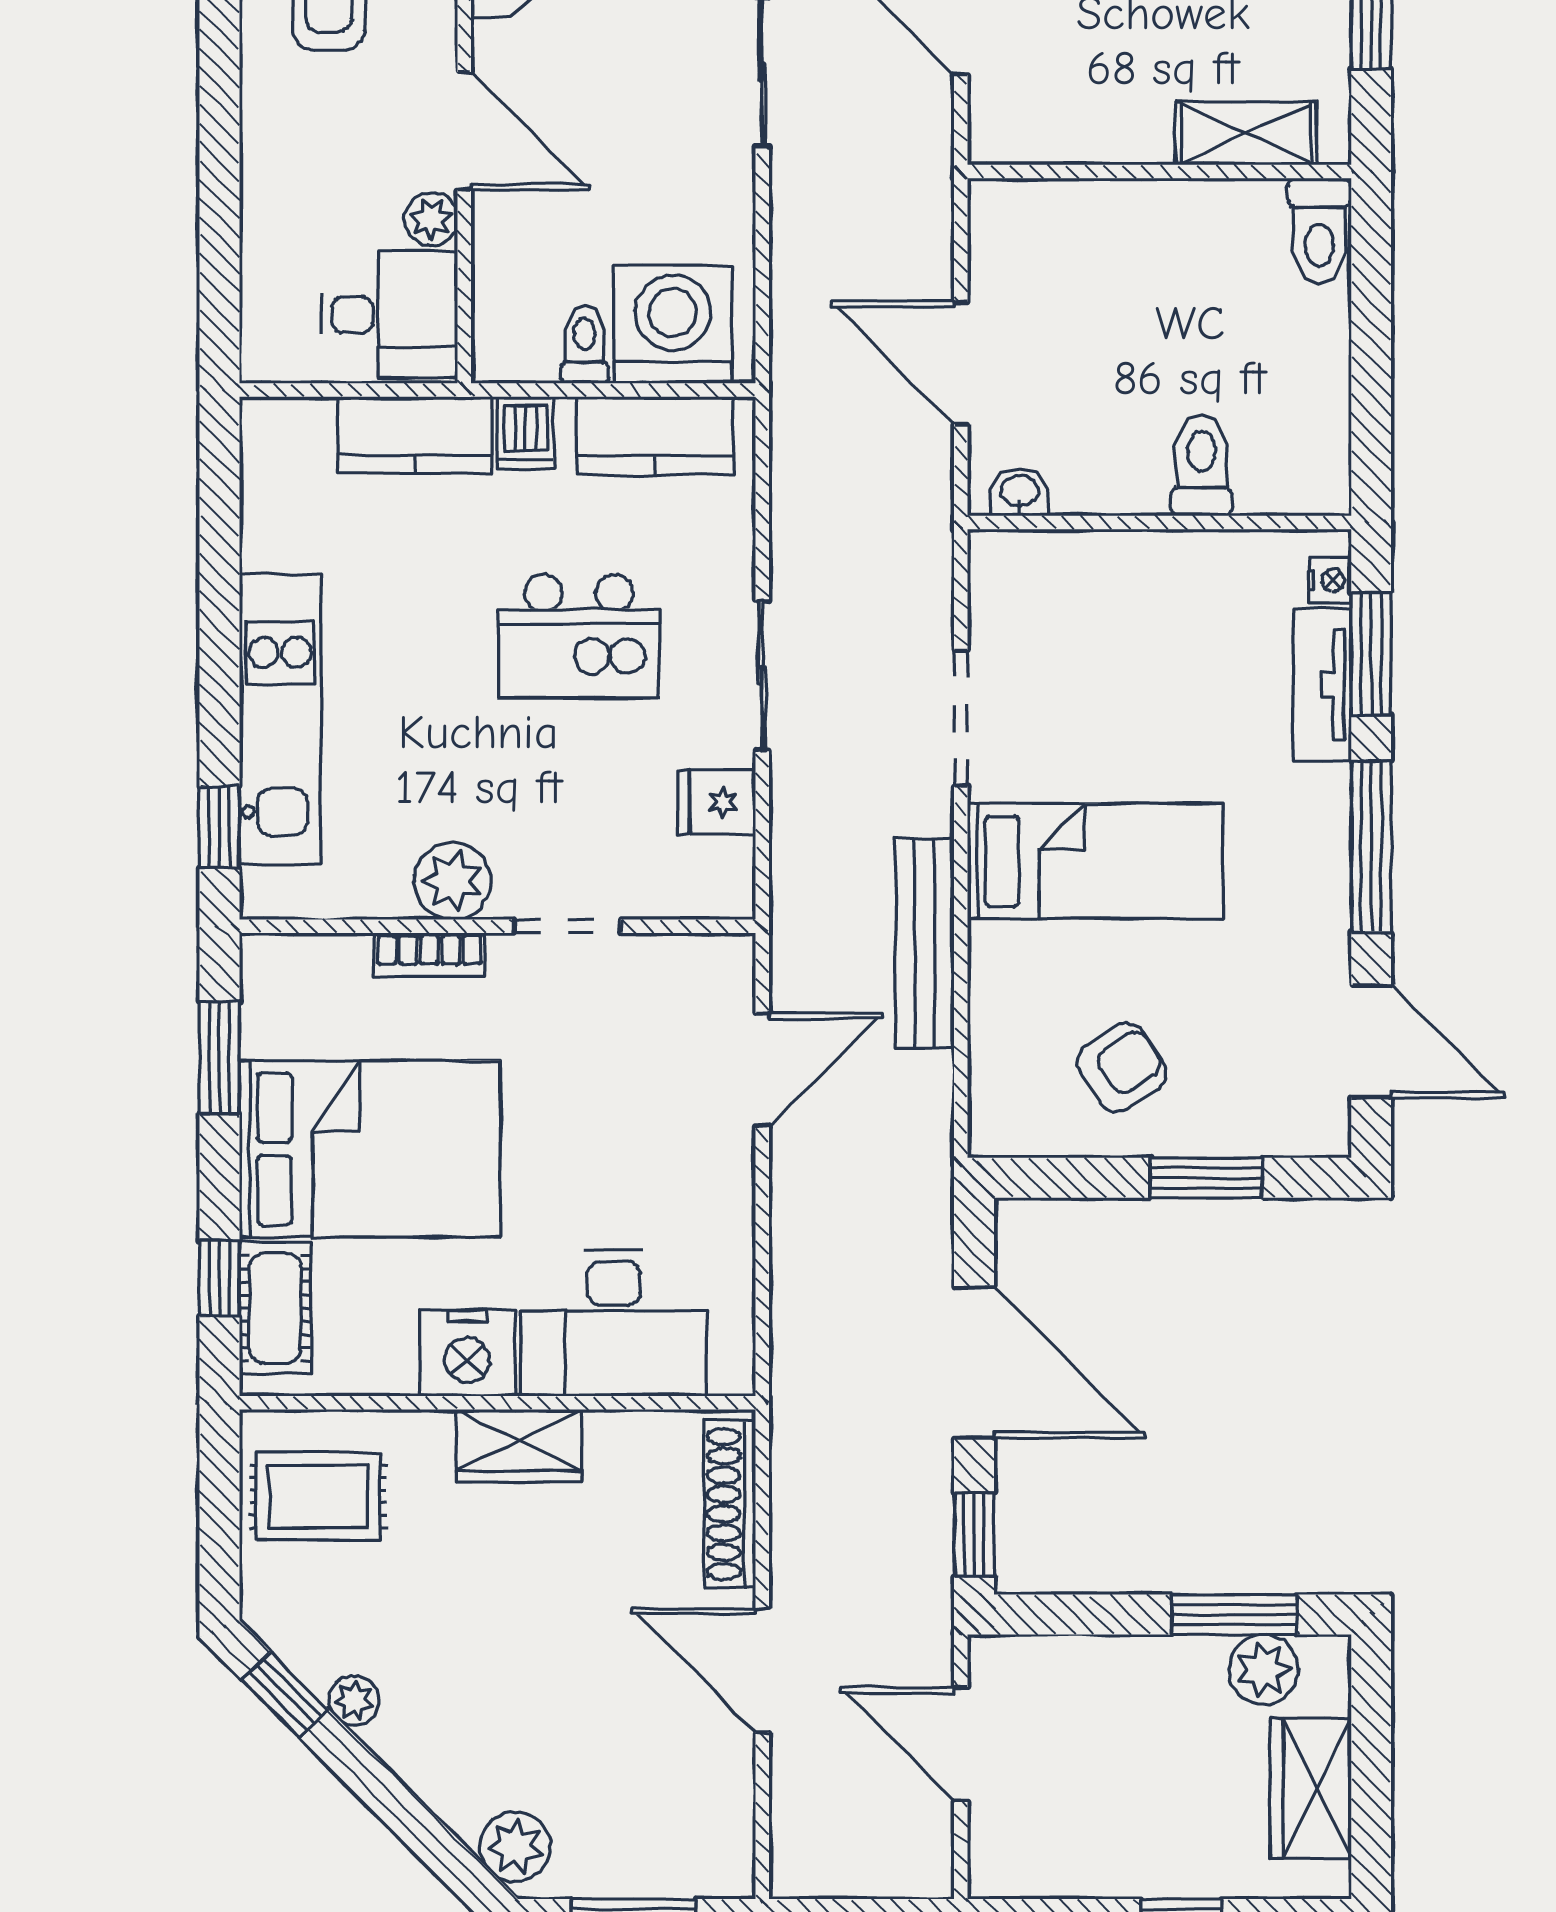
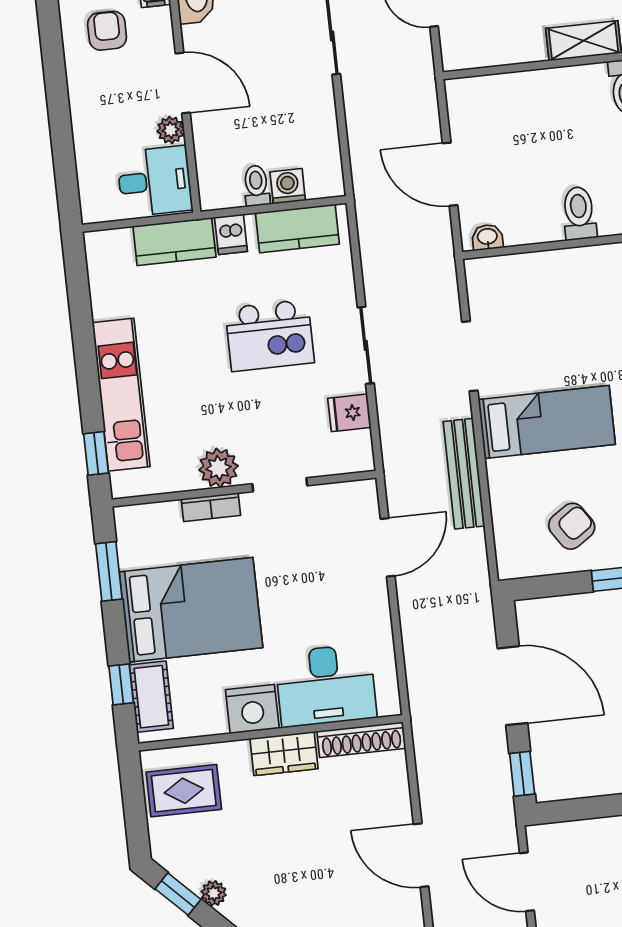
washing machine: (673, 324) -> (288, 186), width x0.53, depth x0.53
shoe rack: (730, 1504) -> (361, 740), moved, turned -90

